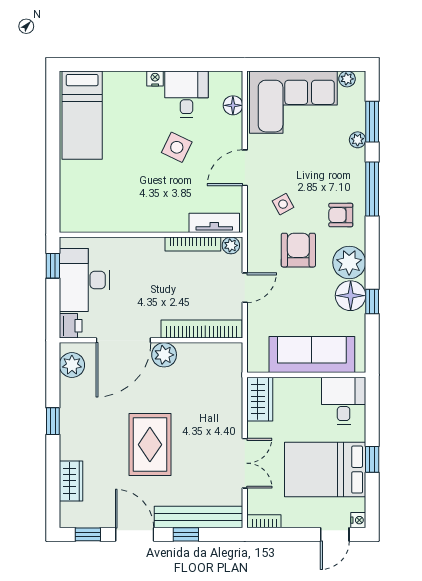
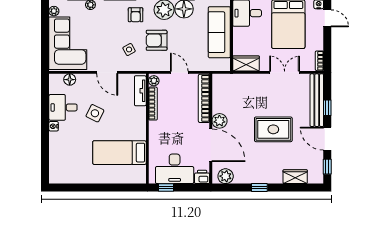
bed: (82, 115) -> (119, 153), moved, turned 180
door: (135, 534) -> (327, 139), hinge flipped

